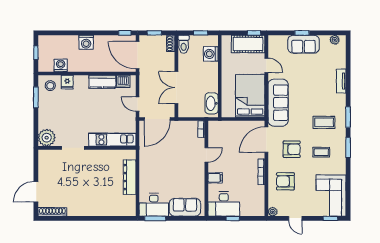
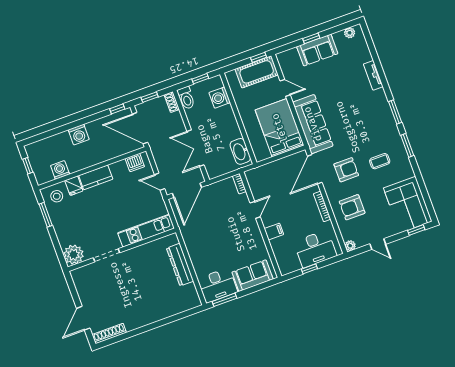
kitchen counter: (102, 82) -> (96, 177), moved
coffee table: (324, 122) -> (371, 127), removed
desk: (224, 204) -> (315, 249), moved

